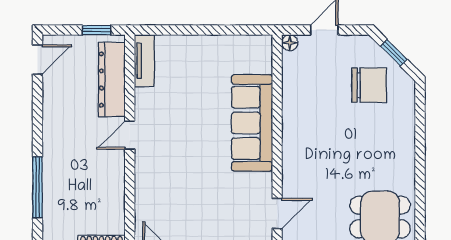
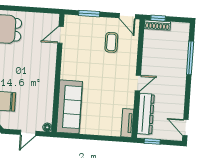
door: (38, 60) -> (185, 128), hinge flipped
sofa: (252, 123) -> (69, 107), moved
coffee table: (183, 206) -> (111, 42), added

